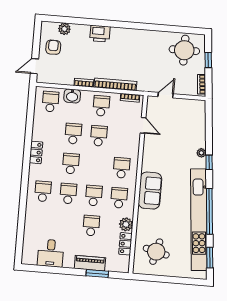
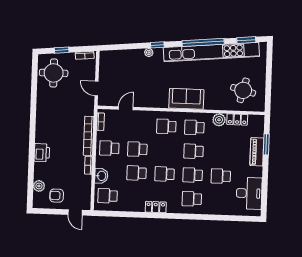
school desk: (91, 226) -> (221, 176), moved
desk: (51, 253) -> (249, 193), width x1.37

